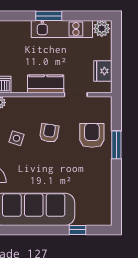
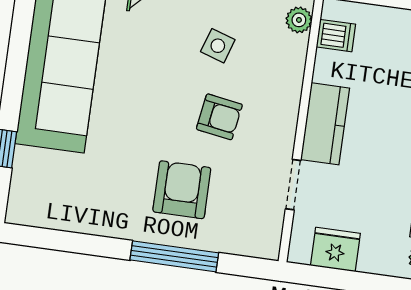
armchair: (92, 135) -> (182, 190), moved, turned -90
window: (116, 145) -> (174, 256), width x1.44

